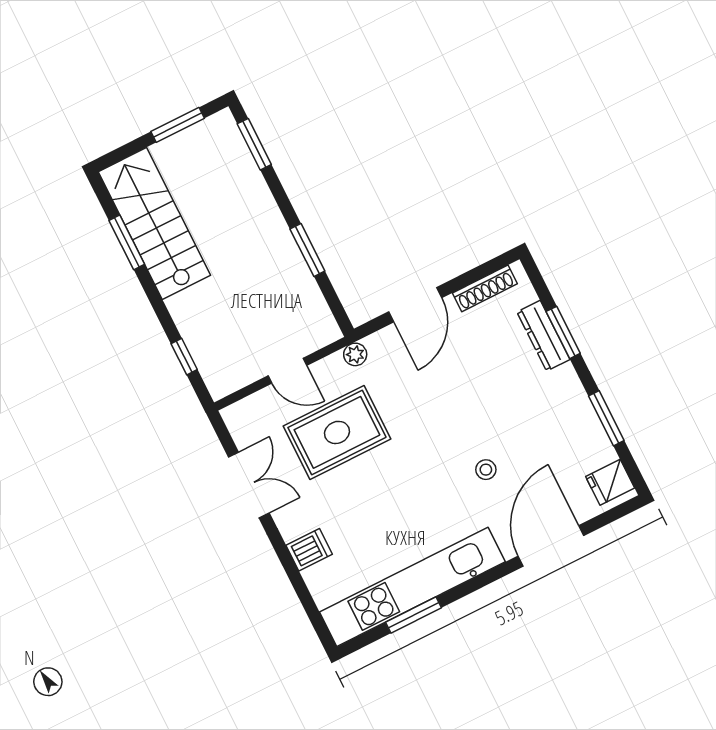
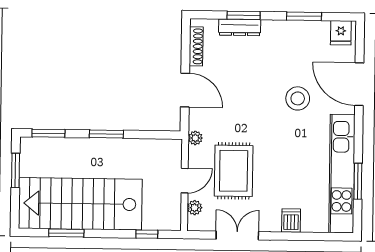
stairs: (154, 223) -> (80, 204), width x1.36, depth x1.51
window: (307, 250) -> (106, 134), moved
plant: (257, 404) -> (195, 208), added
stool: (486, 470) -> (298, 98), width x1.89, depth x1.89

